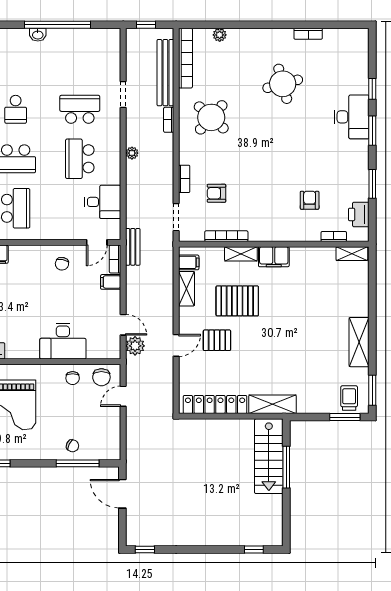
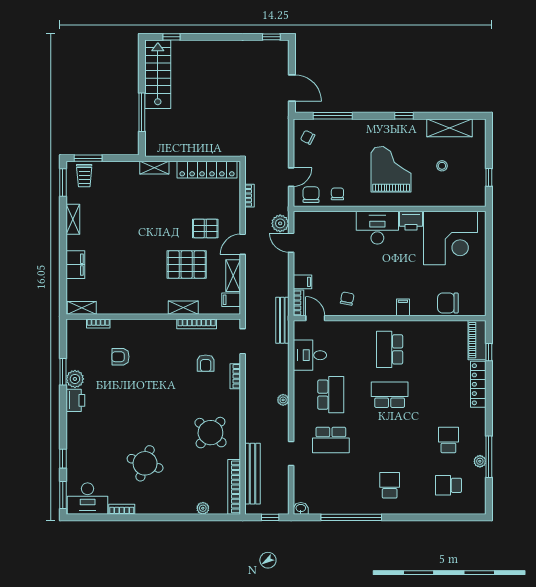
washbasin: (38, 35) -> (301, 508), moved
round table: (283, 84) -> (145, 463), turned 34
school desk: (16, 109) -> (390, 485), moved
desk: (352, 117) -> (88, 499), moved, turned -90
bookcase: (169, 120) -> (249, 196), moved
window: (372, 131) -> (63, 495), moved
plant: (359, 176) -> (75, 379), added
armchair: (216, 193) -> (206, 363), turned 90
armchair: (310, 200) -> (120, 357), turned 90
printer: (359, 214) -> (75, 400), moved
door: (97, 242) -> (315, 318), hinge flipped
bench: (133, 247) -> (282, 320), width x1.36
filing cabinet: (274, 257) -> (75, 265), moved, turned 90
desk: (63, 341) -> (377, 228), moved
shelving: (359, 342) -> (73, 219), width x0.67, depth x0.75
door: (176, 345) -> (243, 244), moved
shelving: (273, 404) -> (154, 168), width x0.67, depth x0.75
chair: (73, 446) -> (308, 137), moved
stairs: (269, 456) -> (158, 74), moved

